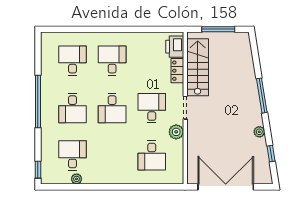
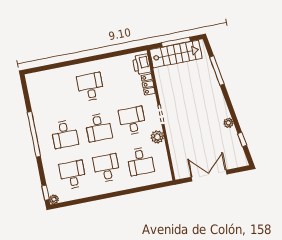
desk: (73, 61) -> (107, 168), moved
stairs: (198, 67) -> (176, 54), moved, turned 90
window: (262, 96) -> (217, 71), moved
plant: (77, 179) -> (54, 199), moved
double door: (226, 187) -> (209, 176), width x0.73

